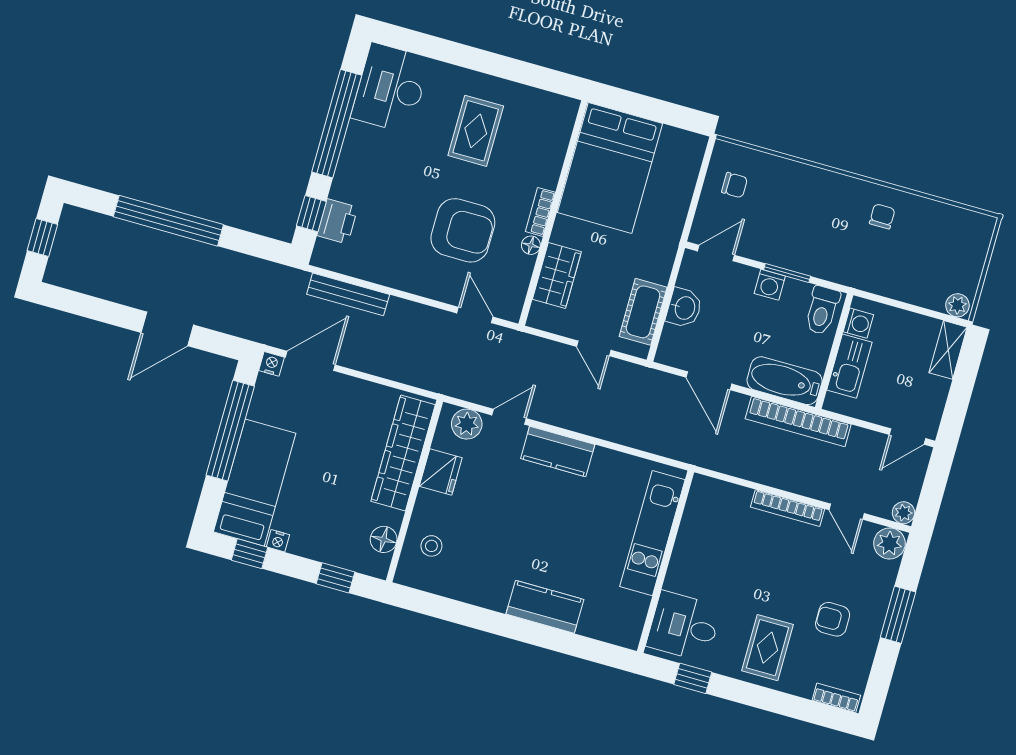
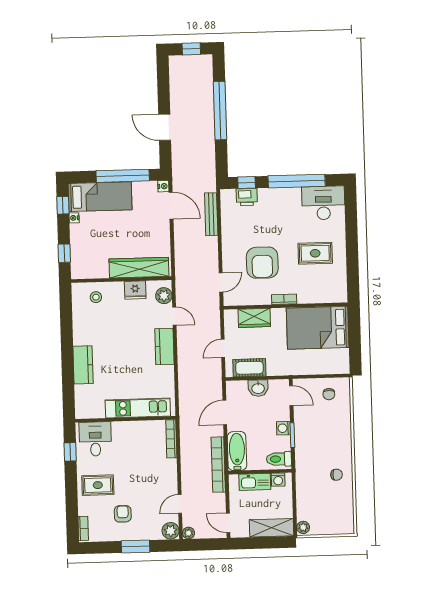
floor lamp: (531, 245) -> (266, 300), removed
shelving: (948, 350) -> (272, 528), width x1.50, depth x1.33
bookcase: (788, 508) -> (171, 439), moved
floor lamp: (384, 539) -> (92, 272), removed

